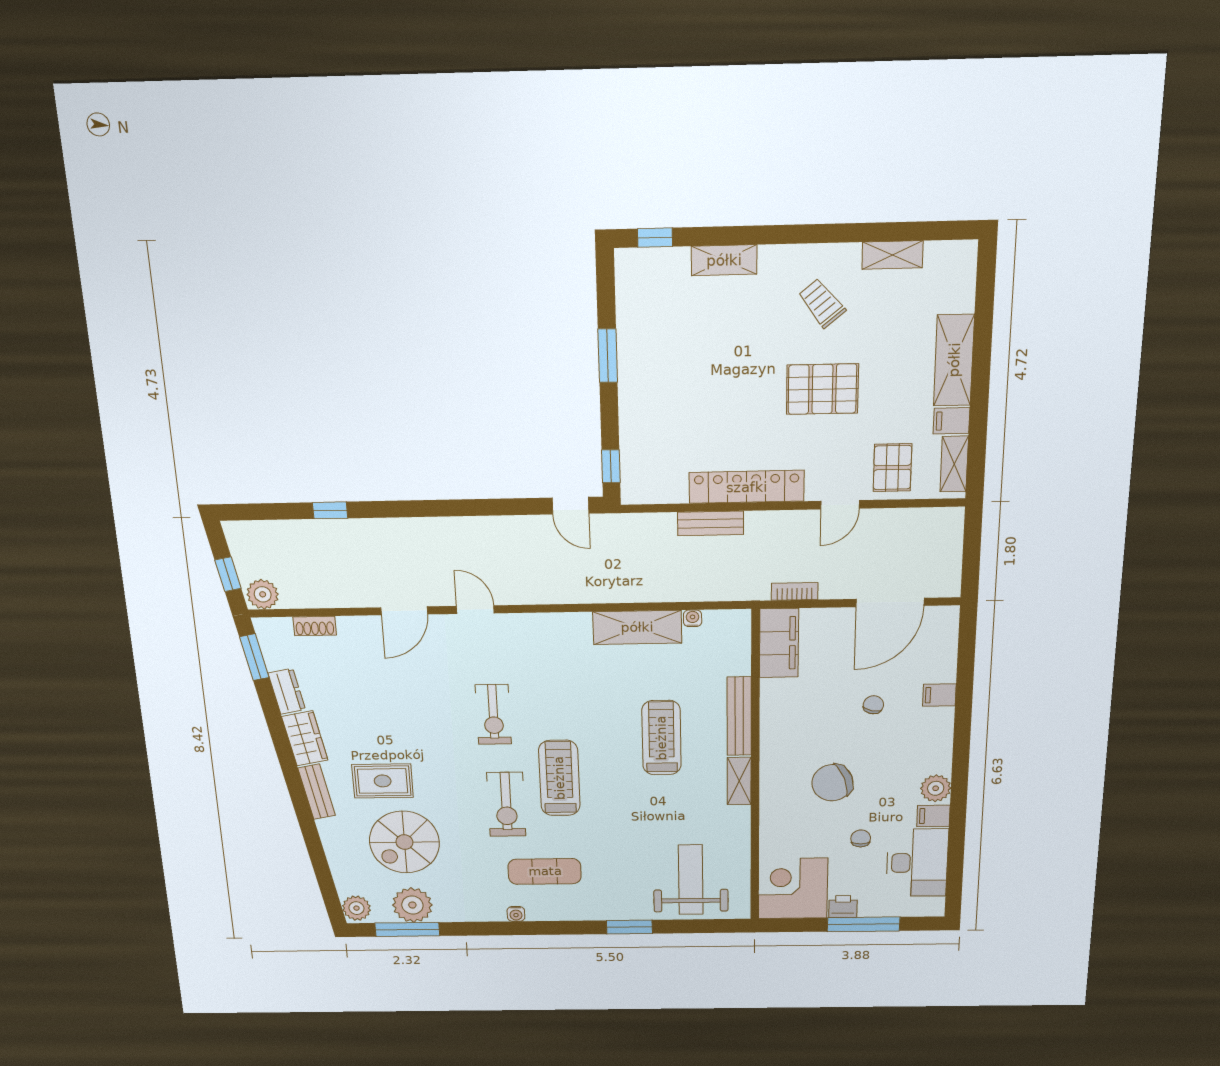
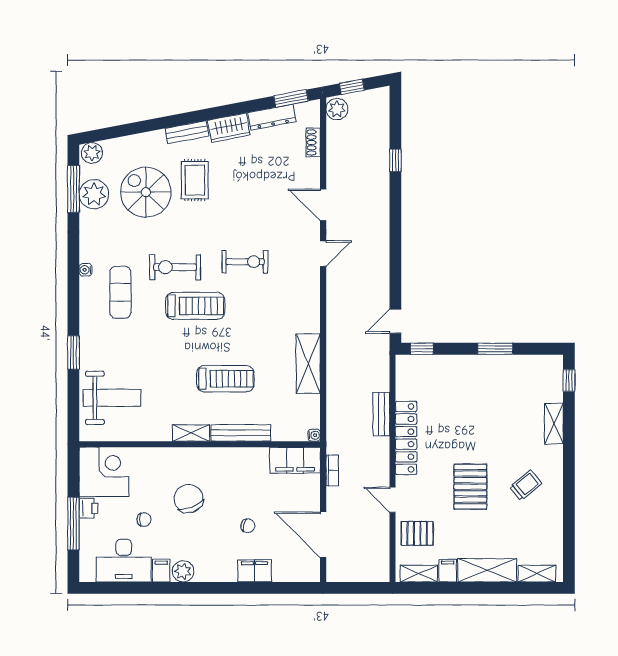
shelving: (892, 255) -> (537, 574), moved, turned 90
water cooler: (693, 618) -> (314, 435), moved
dresser: (287, 691) -> (272, 117), width x1.44
filing cabinet: (939, 695) -> (254, 571), width x2.00
exercise bike: (493, 714) -> (245, 262), turned 180

